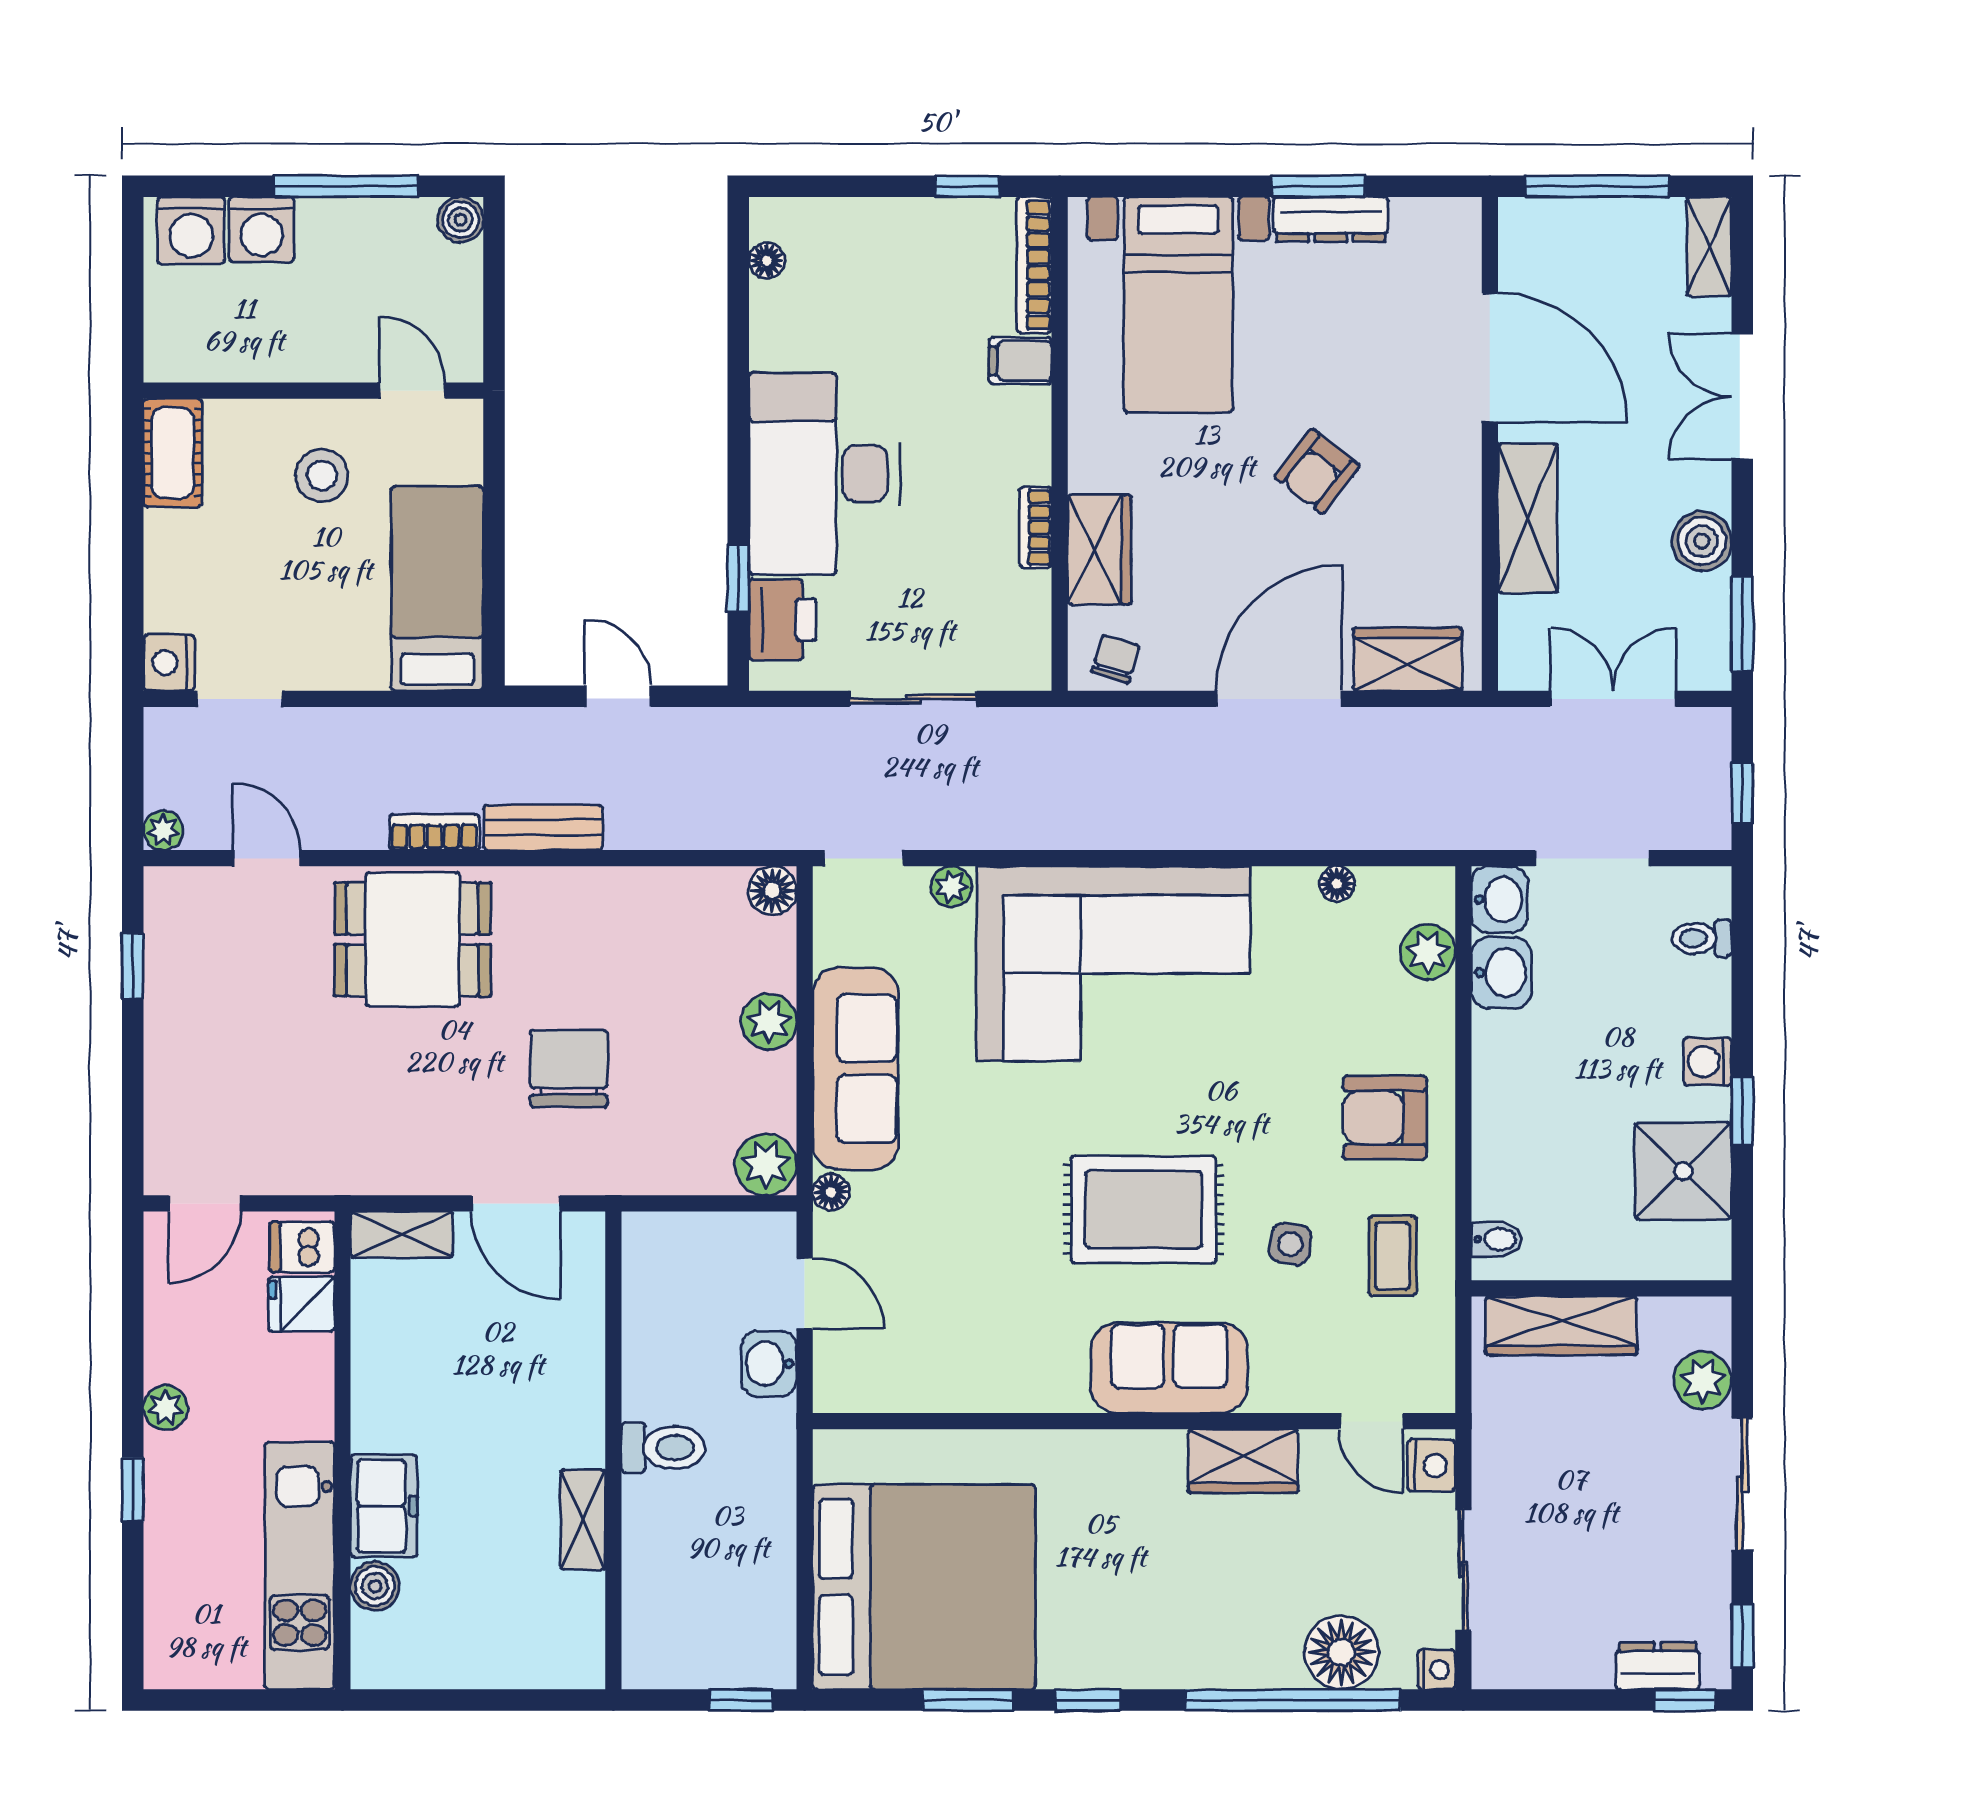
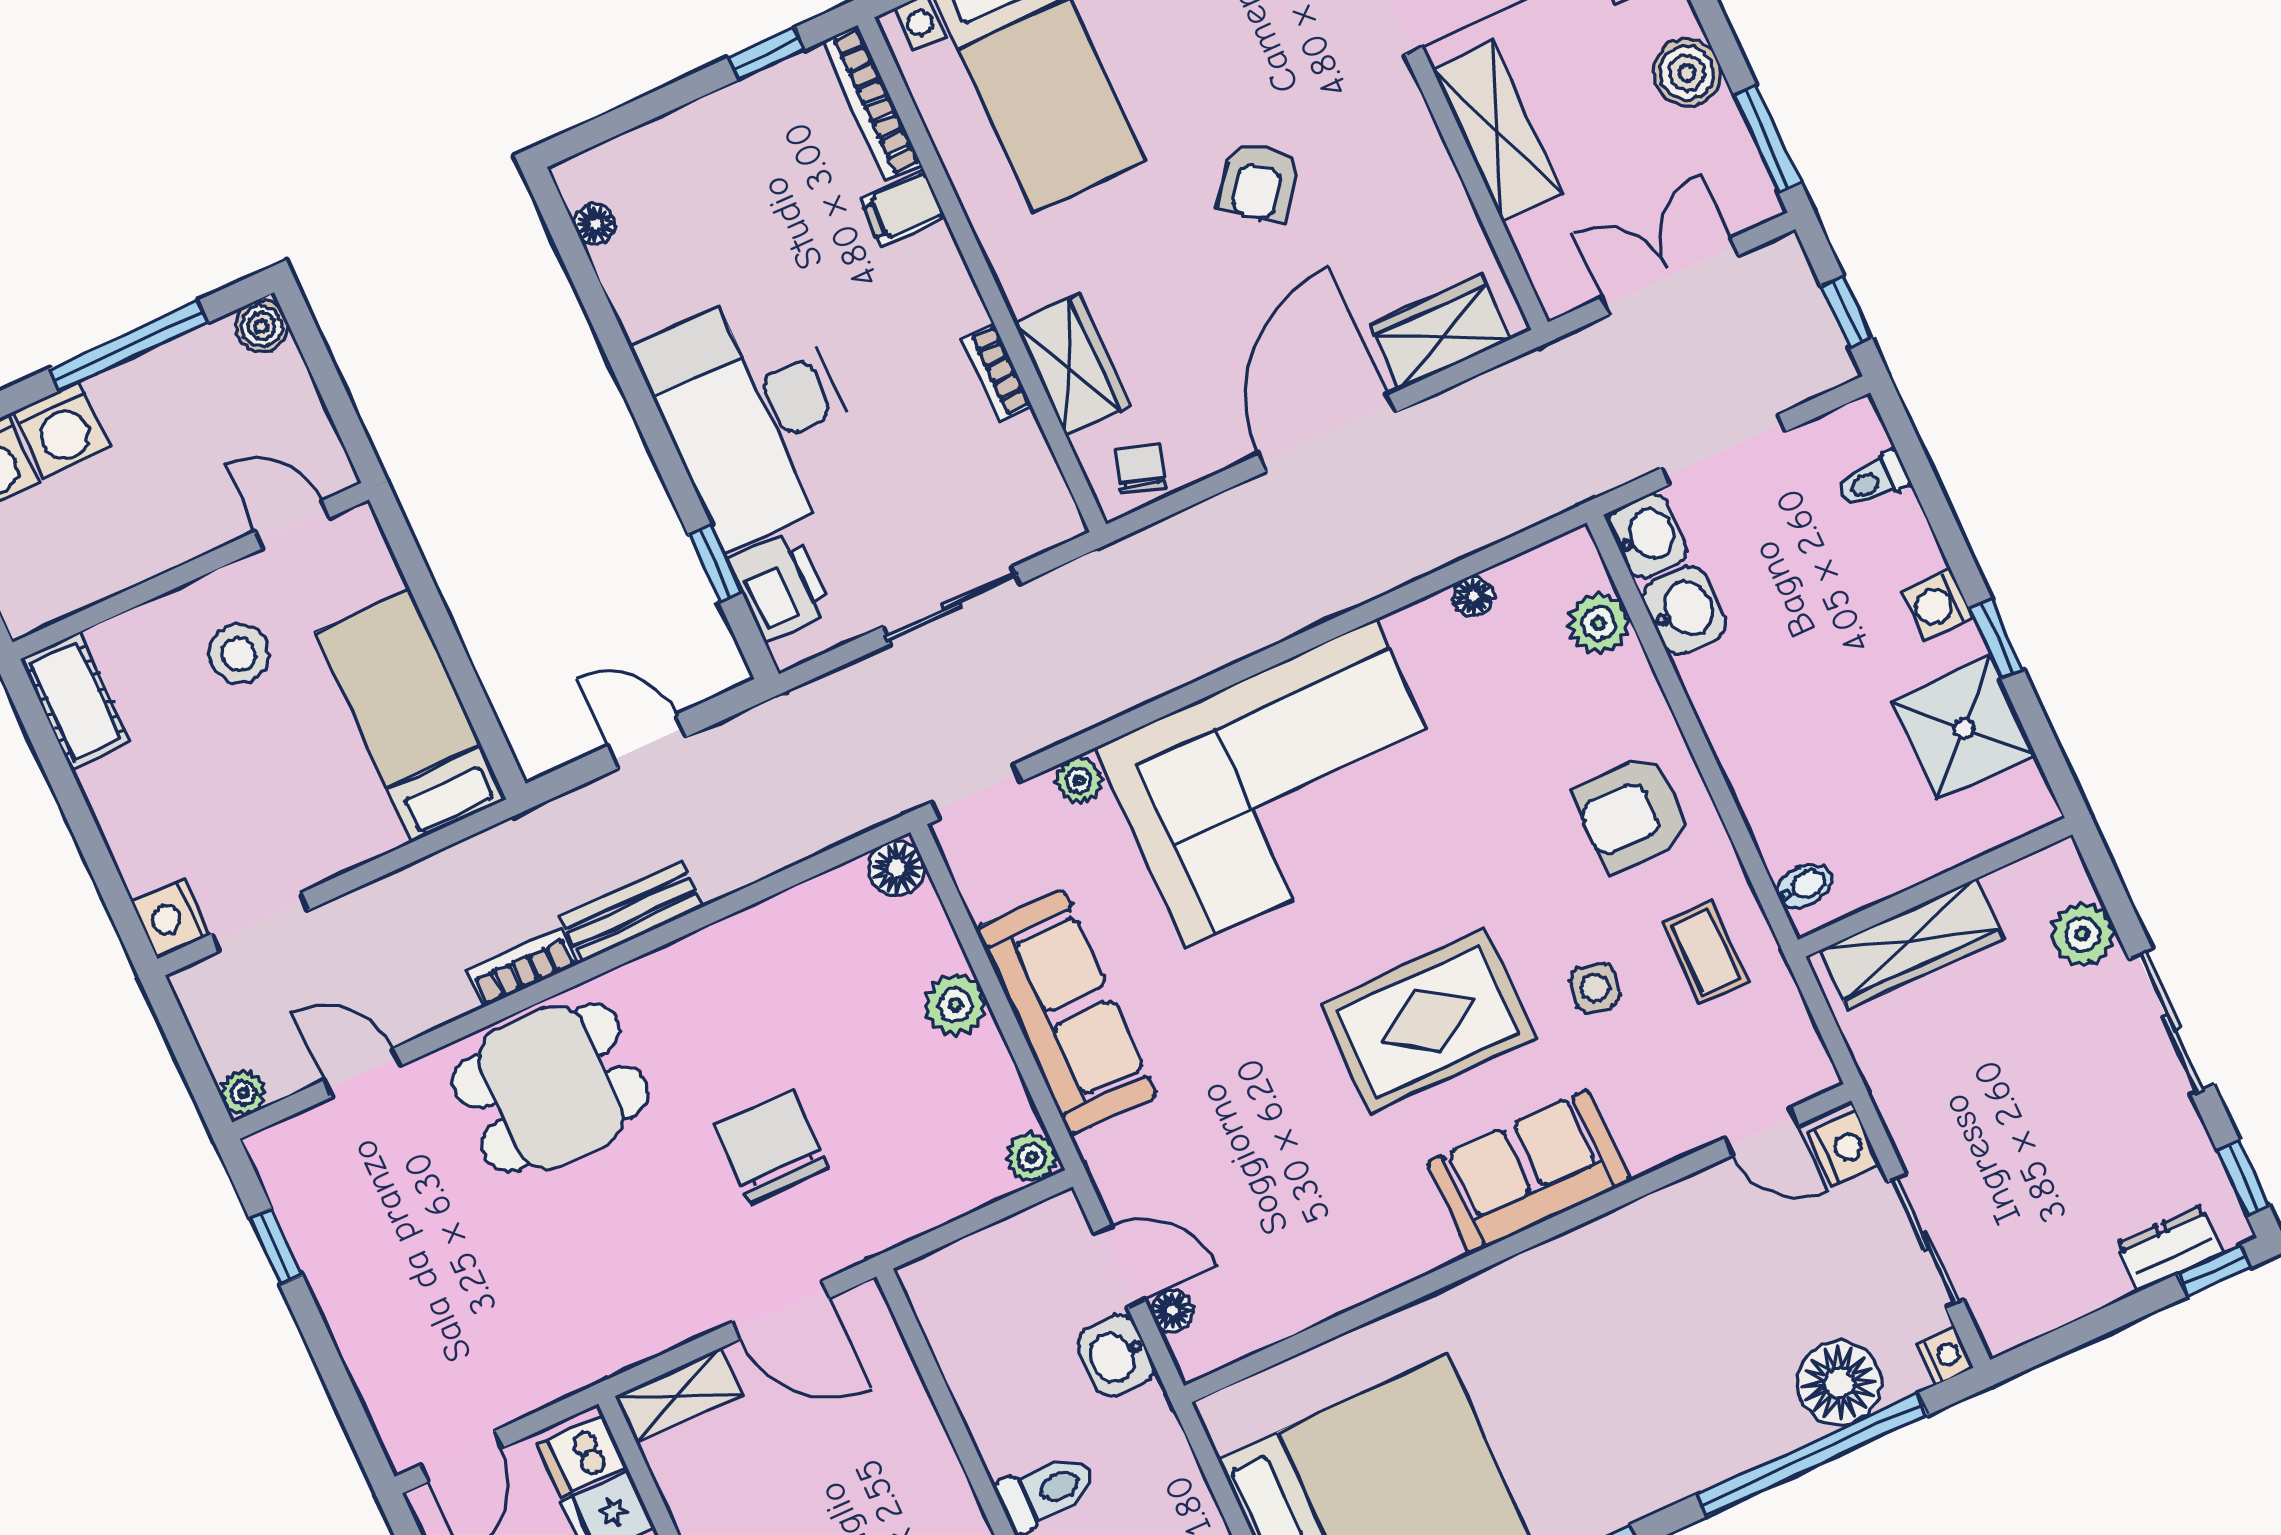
plant: (766, 1165) -> (1032, 1157), width x0.73, depth x0.73
floor lamp: (831, 1192) -> (1172, 1311), moved
wardrobe: (1243, 1461) -> (1648, 1233), removed

